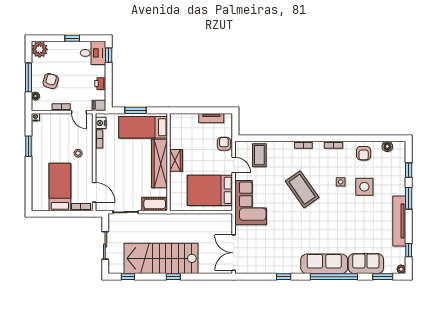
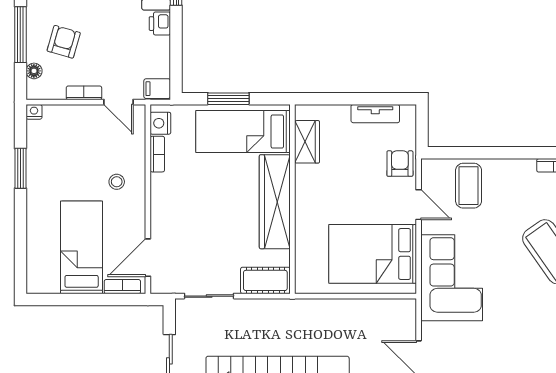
printer: (100, 84) -> (160, 24), moved
wardrobe: (176, 160) -> (307, 142), moved
door: (94, 192) -> (148, 258), swing flipped

